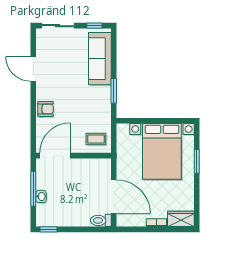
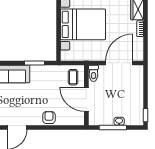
door: (55, 156) -> (86, 99), moved
toilet: (101, 220) -> (93, 73), moved

